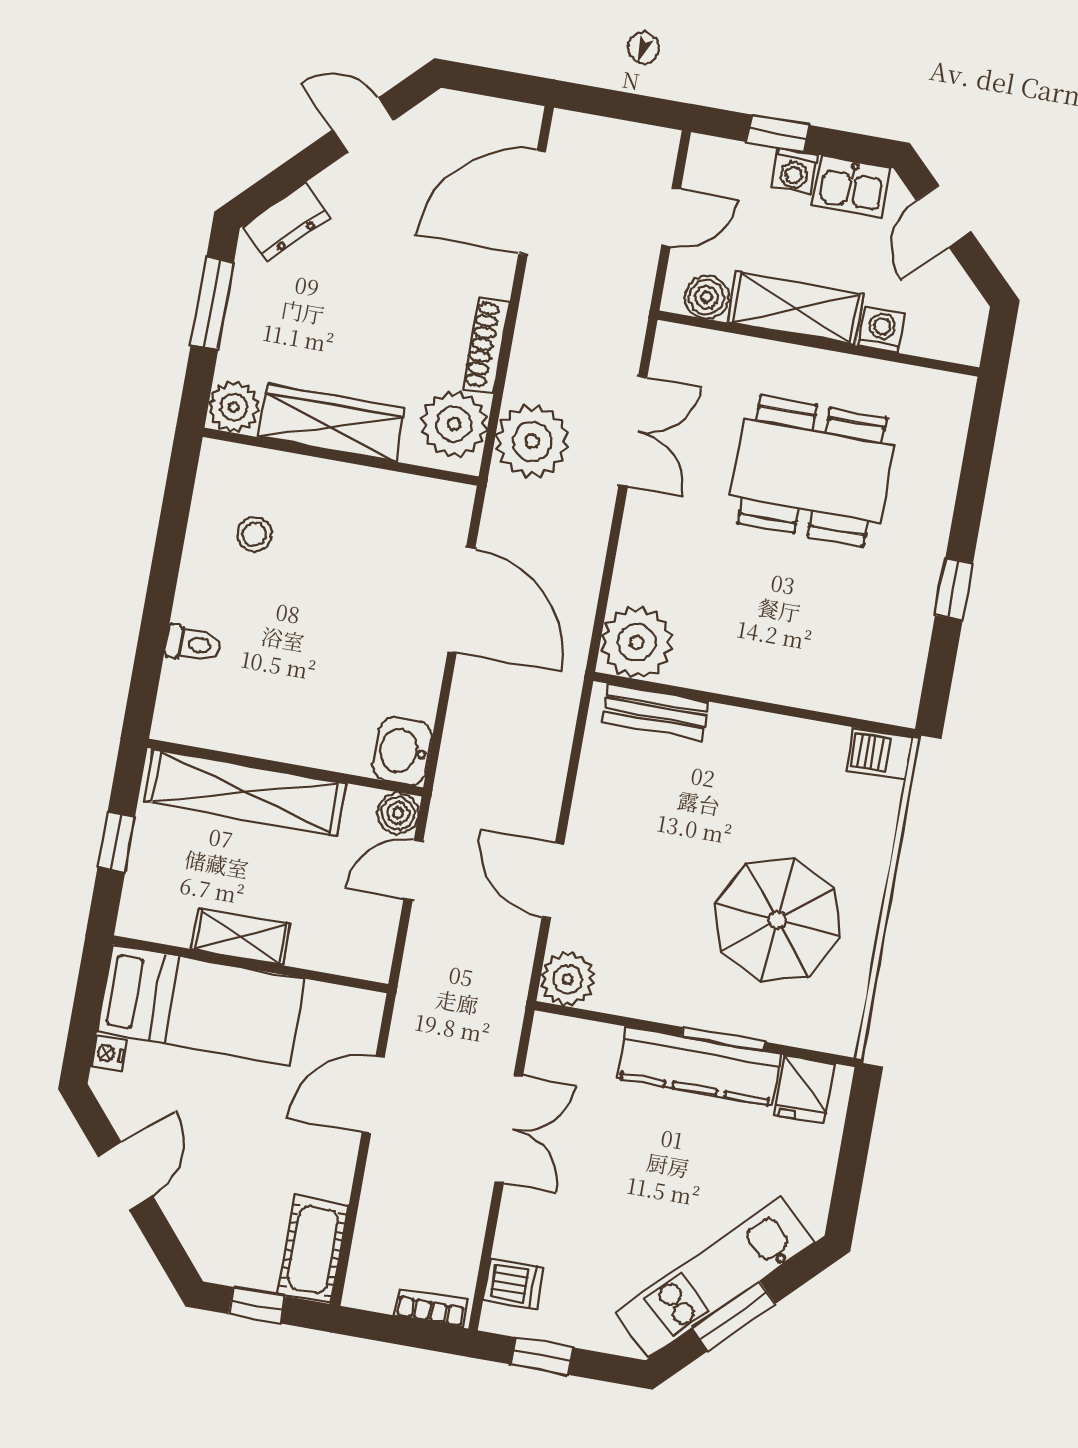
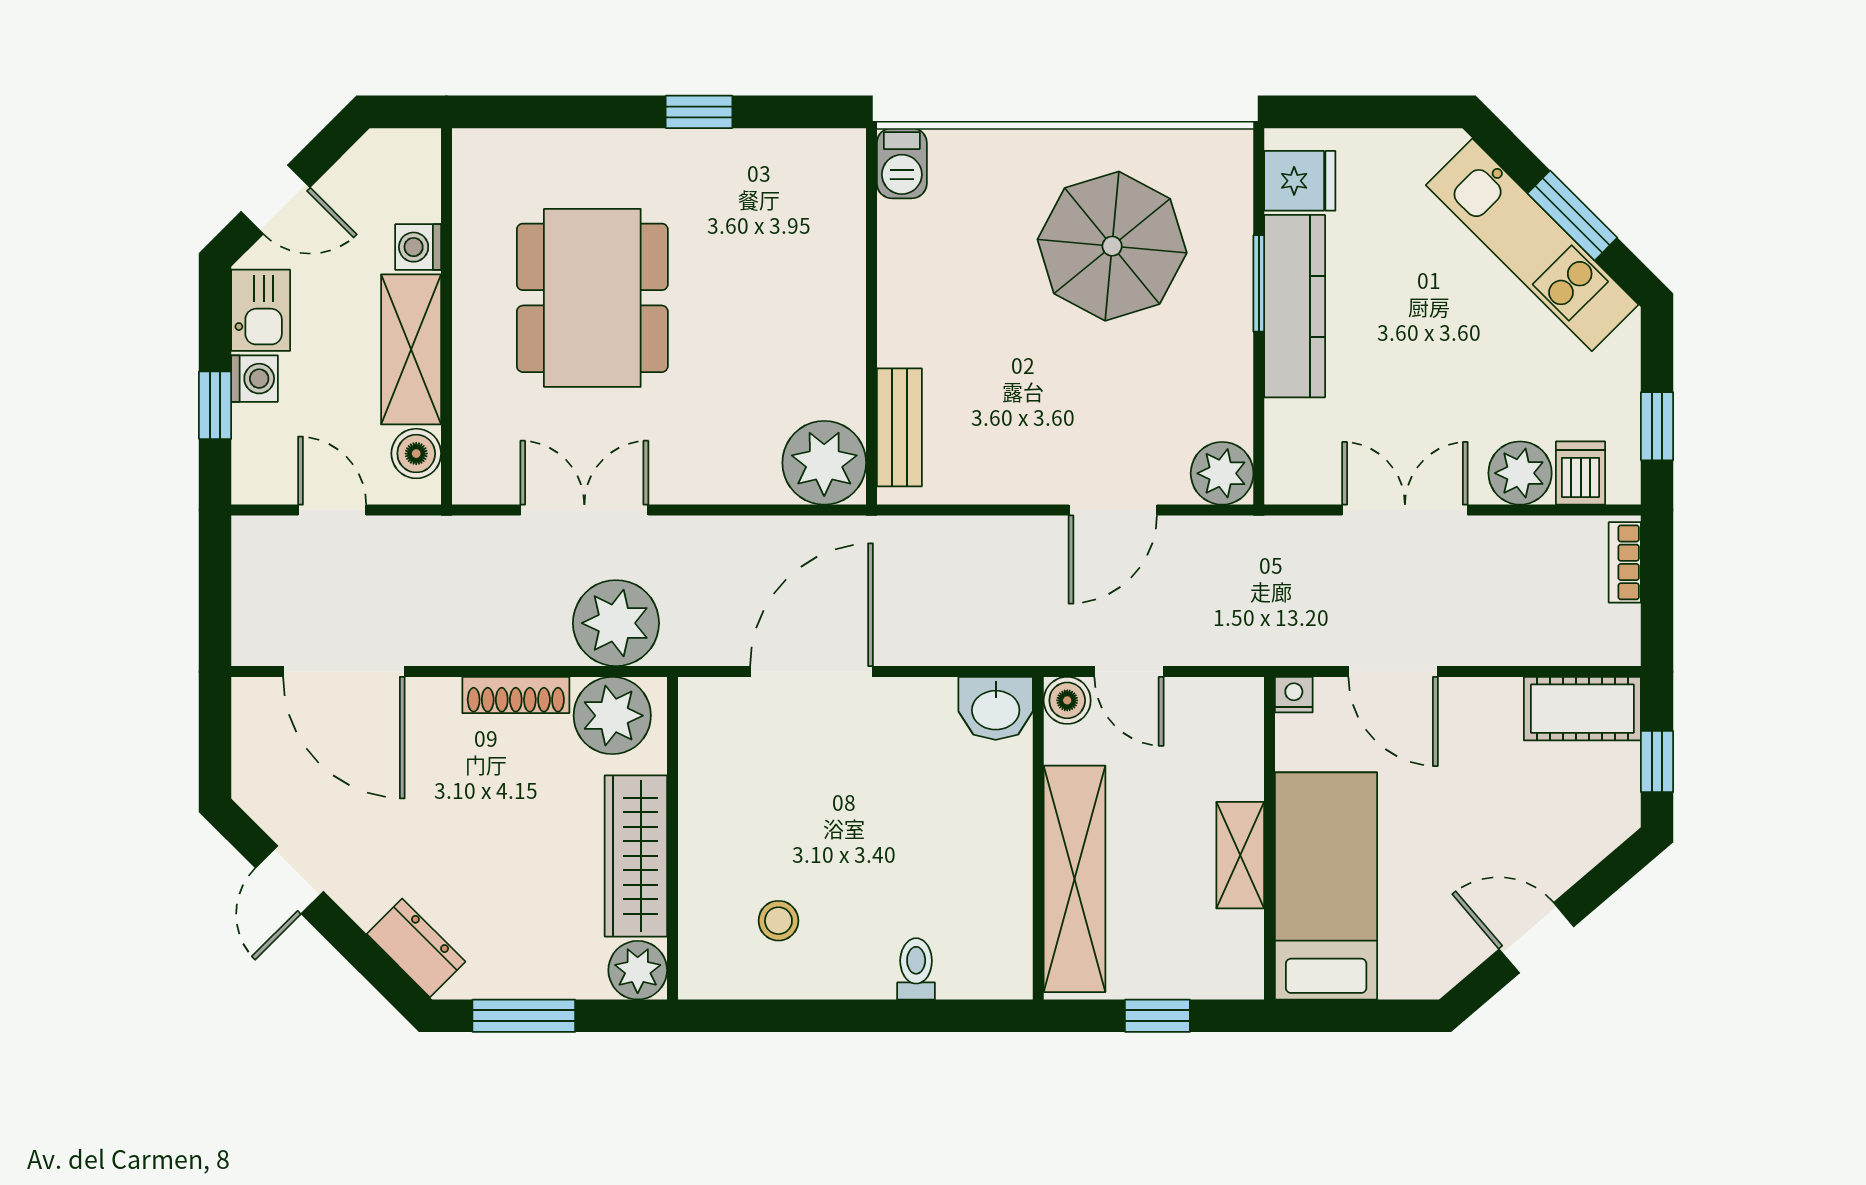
nightstand: (108, 1054) -> (1294, 695), moved, turned 180
plant: (523, 1232) -> (1520, 473), added

